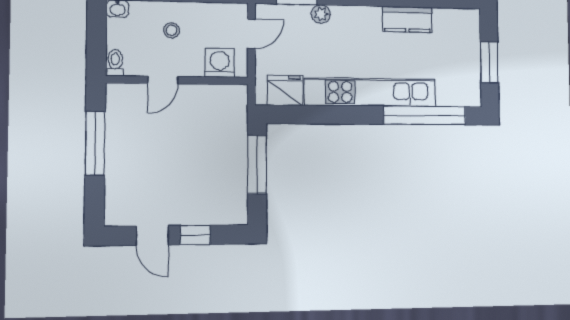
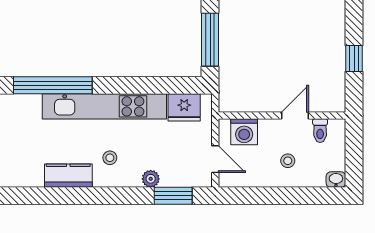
door: (251, 34) -> (215, 159), swing flipped
stool: (364, 37) -> (110, 158), added
toilet: (115, 63) -> (320, 131), moved
window: (95, 143) -> (354, 58), width x0.46

